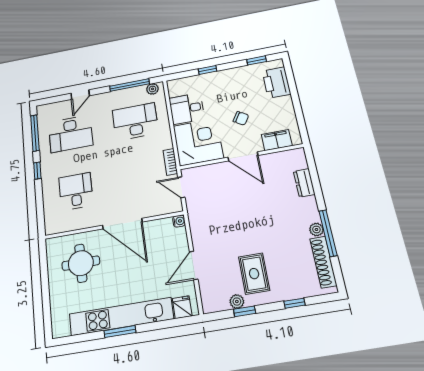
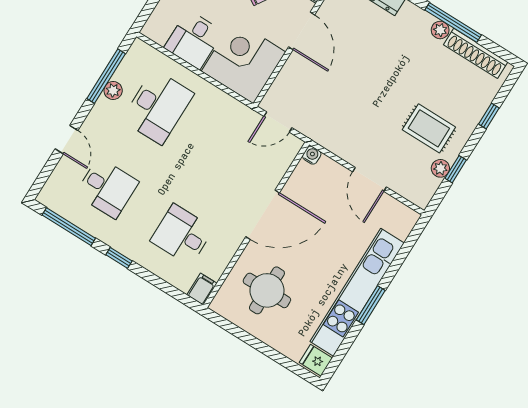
plant: (152, 89) -> (113, 90), moved
desk: (135, 122) -> (158, 107), turned 180
desk: (71, 134) -> (107, 188), width x0.73
door: (243, 156) -> (302, 31), hinge flipped
bookcase: (170, 162) -> (239, 109), removed
filing cabinet: (54, 227) -> (202, 289), added
fridge: (182, 307) -> (316, 360), moved

